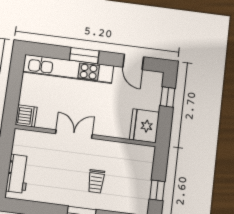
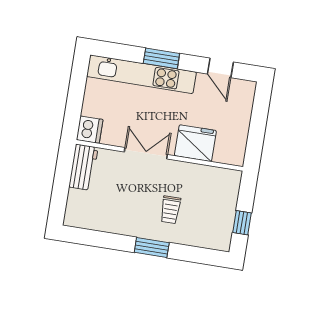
window: (168, 97) -> (260, 112), removed
fridge: (145, 126) -> (195, 143), moved, turned 90
workbench: (18, 174) -> (83, 167), moved

